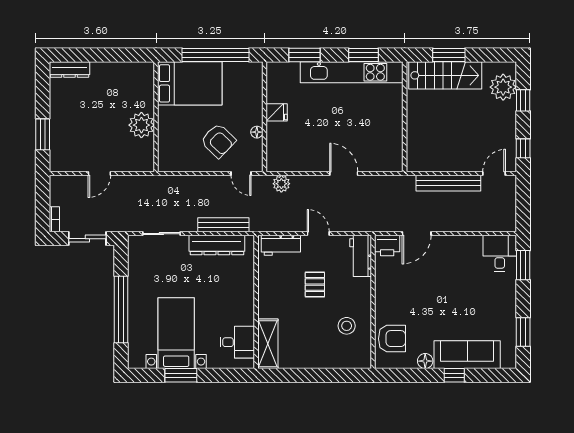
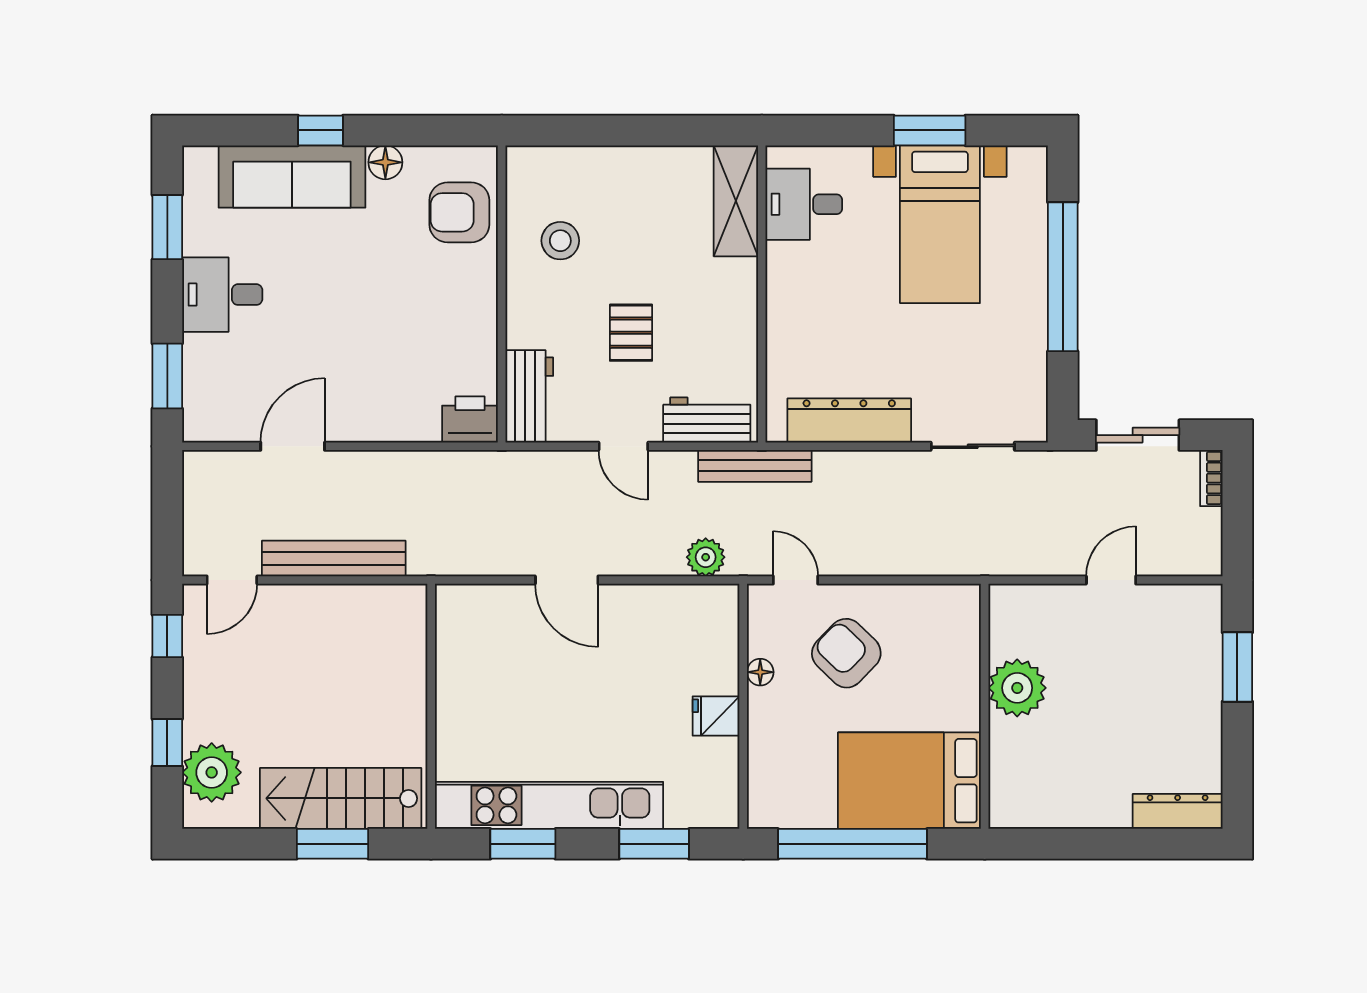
bench: (223, 225) -> (755, 466), moved
door: (417, 234) -> (293, 446), moved
desk: (500, 253) -> (222, 295), moved, turned 90

